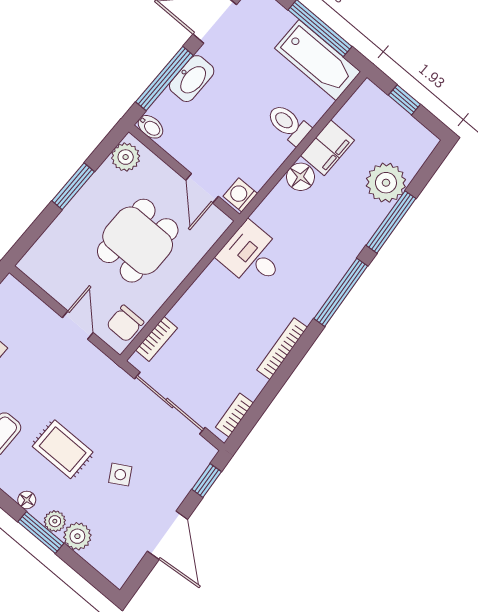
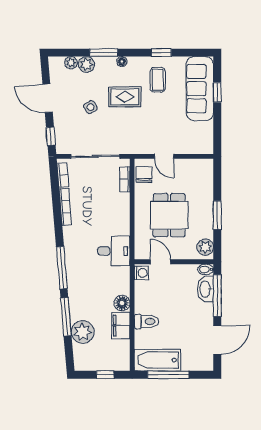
washbasin: (192, 79) -> (206, 289), moved
bookcase: (282, 349) -> (65, 207), moved
plant: (55, 521) -> (71, 63), moved

